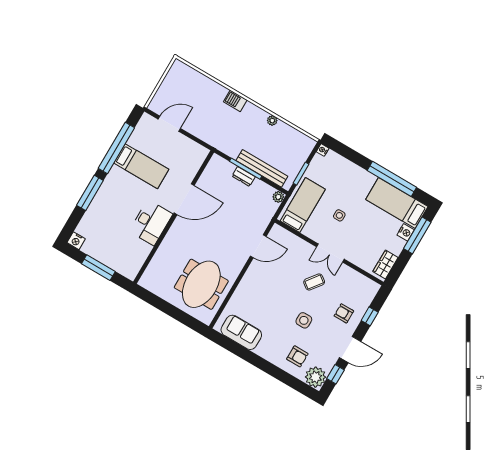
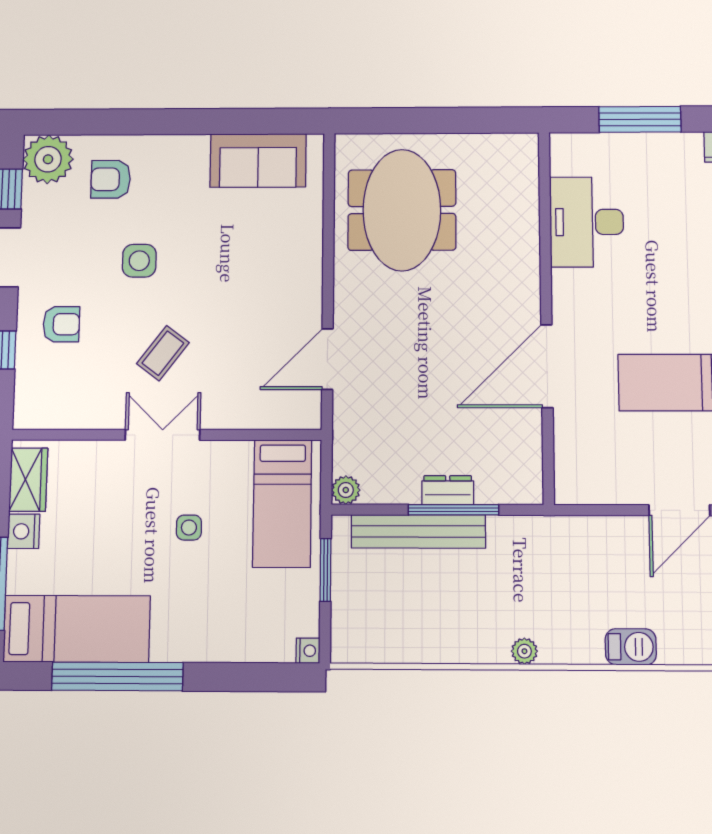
barbecue: (235, 101) -> (631, 647), moved
plant: (272, 121) -> (524, 651), moved
desk: (151, 223) -> (587, 222), moved
nightstand: (406, 232) -> (24, 531), moved

